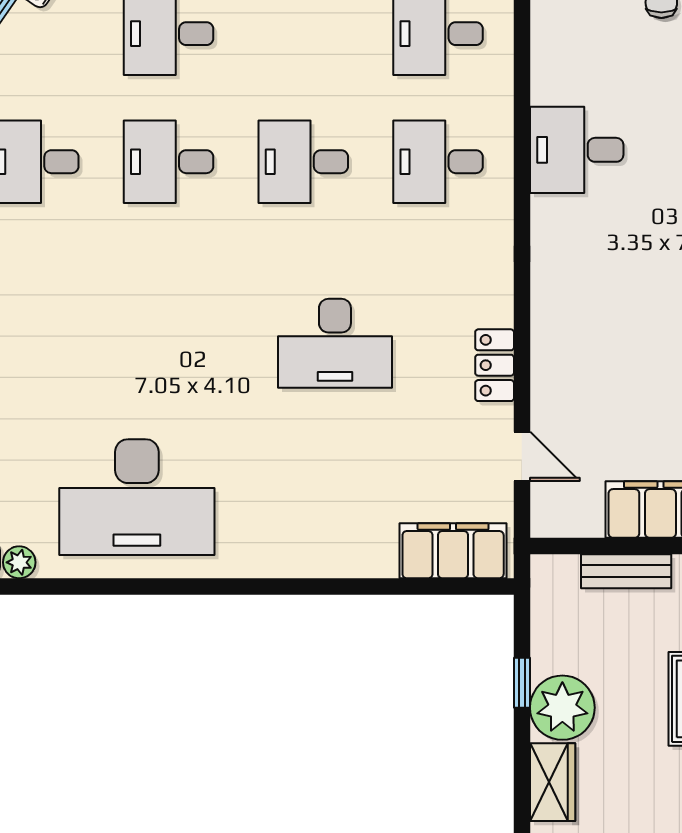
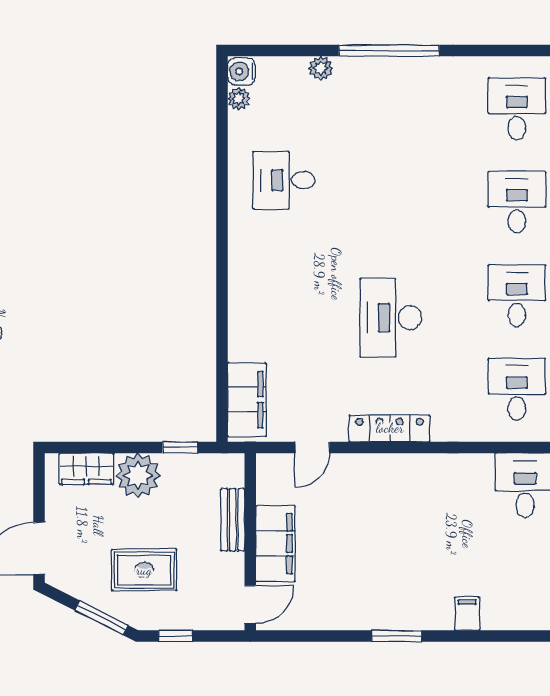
locker: (495, 365) -> (390, 428), width x1.53
desk: (137, 497) -> (284, 180), width x0.53, depth x0.77
window: (522, 683) -> (180, 447), moved

